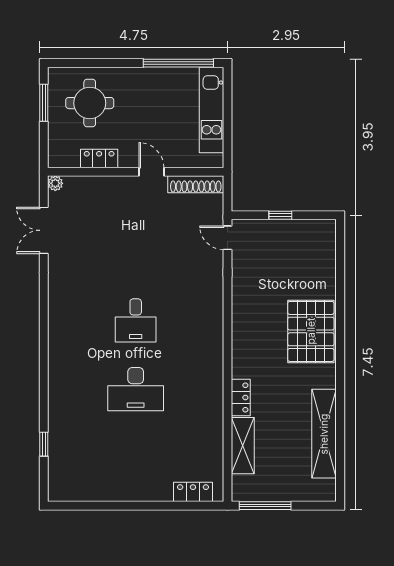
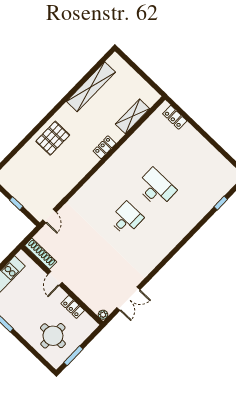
pallet: (311, 331) -> (53, 138), width x0.73, depth x0.71
locker: (241, 398) -> (105, 147), moved
window: (265, 506) -> (148, 80), removed

